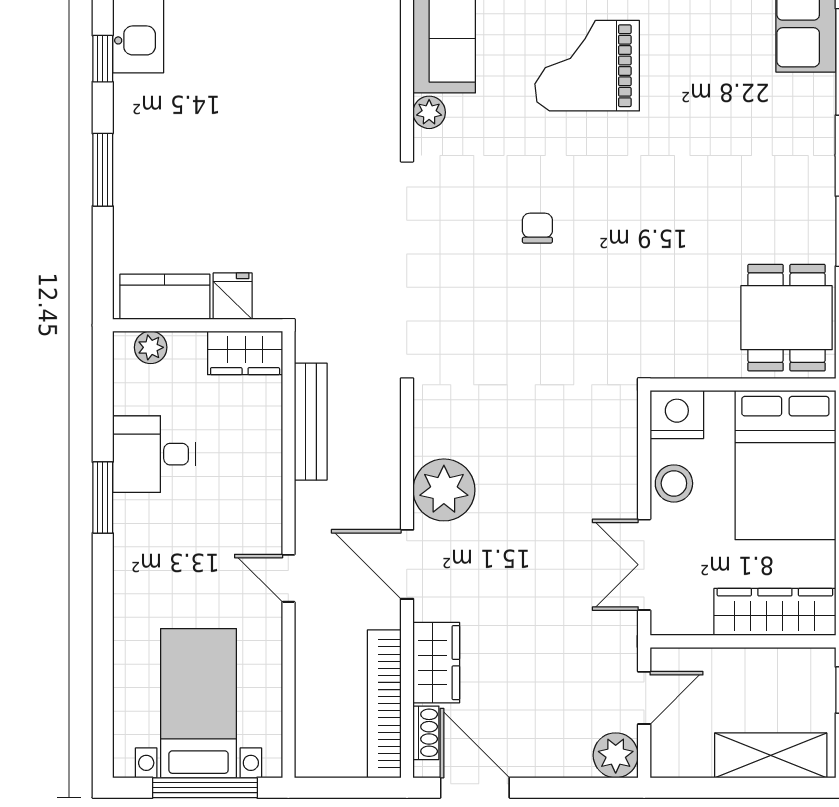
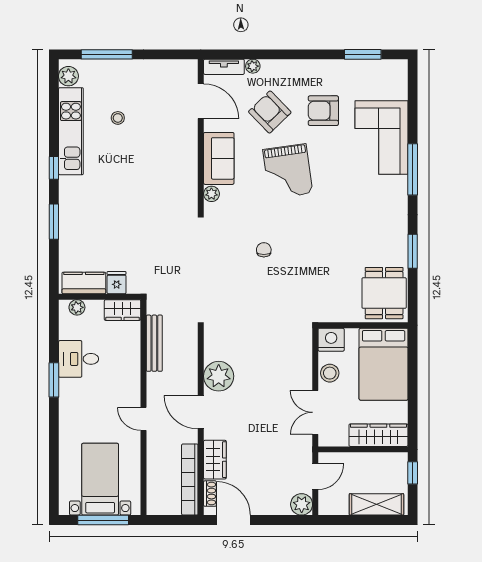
grand piano: (587, 66) -> (288, 171), turned -98

